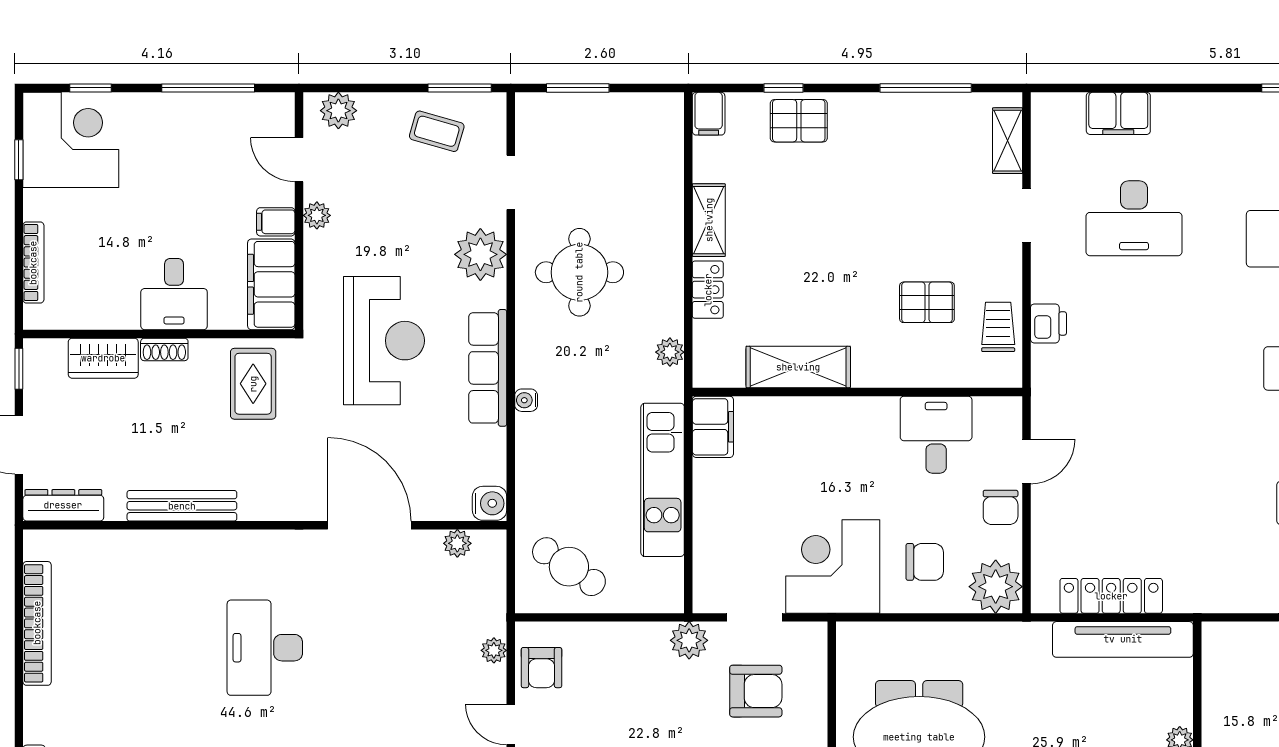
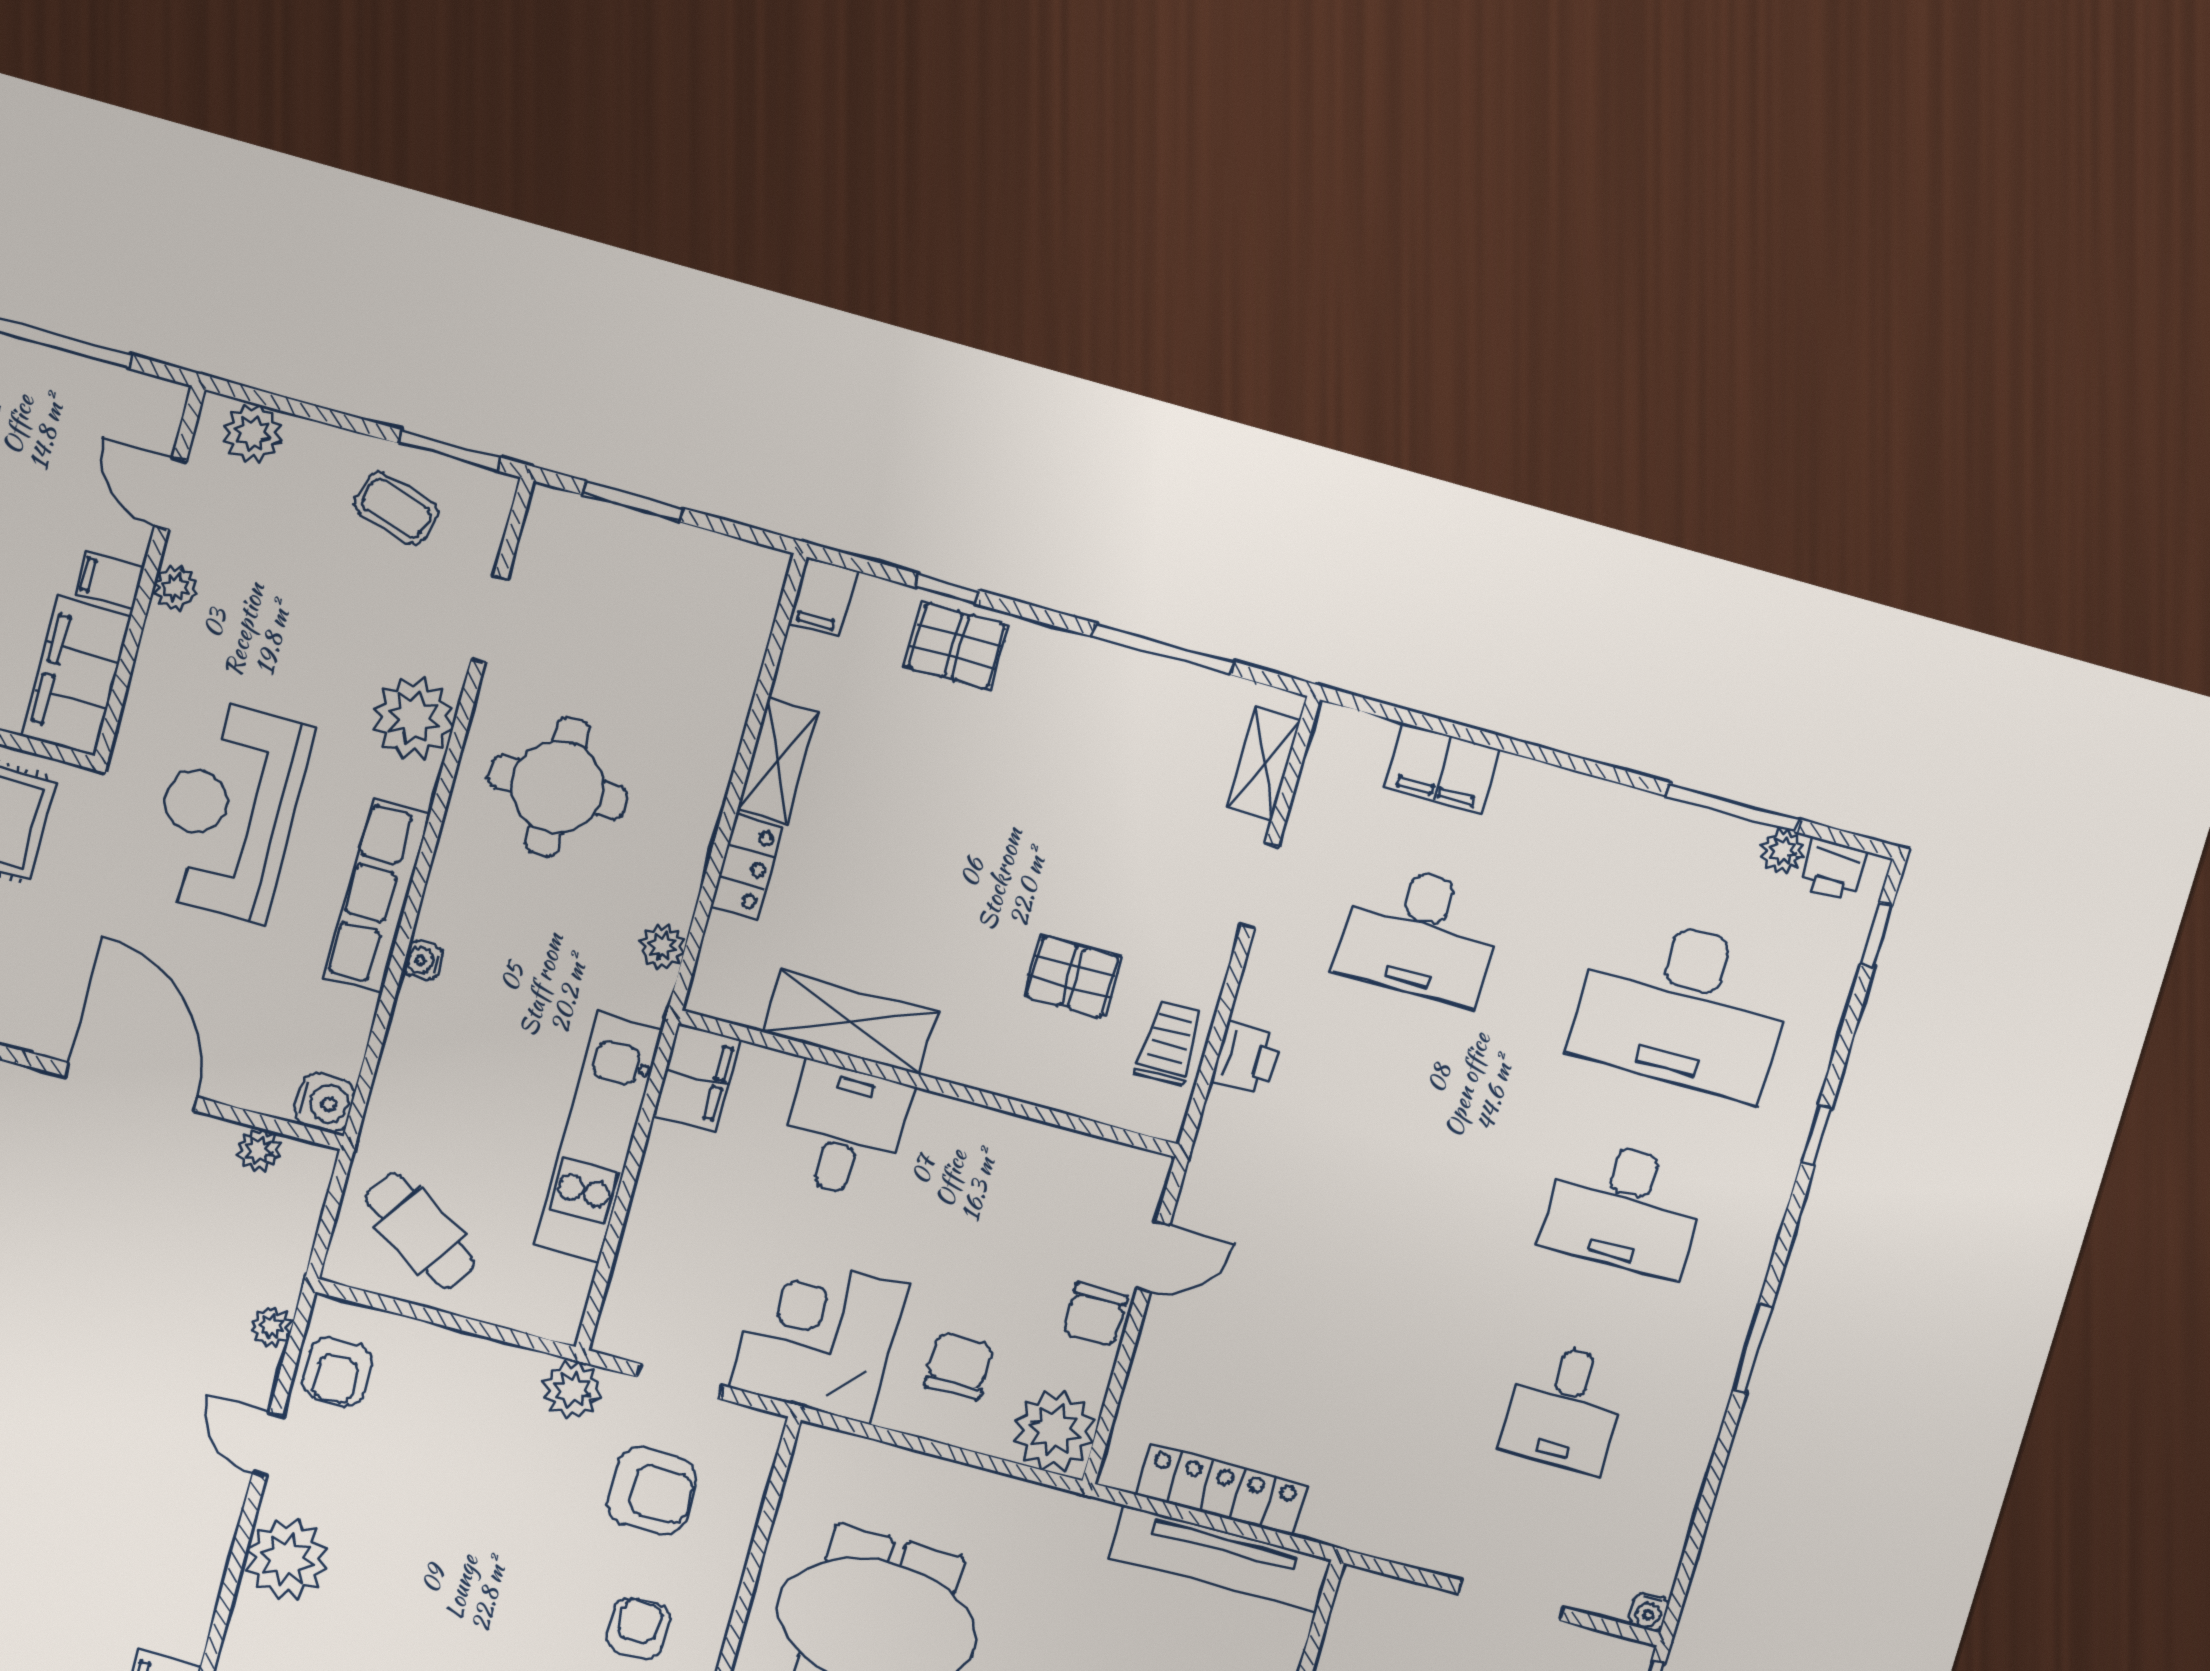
reception desk: (384, 341) -> (229, 810), turned 180
desk: (936, 435) -> (844, 1130), moved
chair: (925, 562) -> (959, 1366), turned -91

